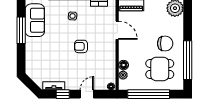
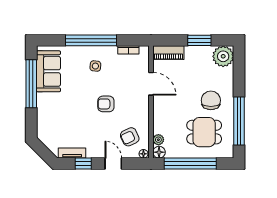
window: (21, 30) -> (31, 84), width x1.46
chair: (165, 44) -> (211, 100), turned -90
floor lamp: (124, 65) -> (159, 152), moved
armchair: (100, 73) -> (130, 137), added
door: (87, 94) -> (113, 164), hinge flipped

